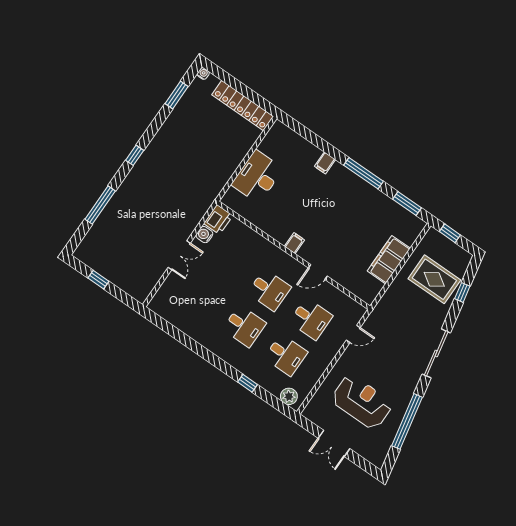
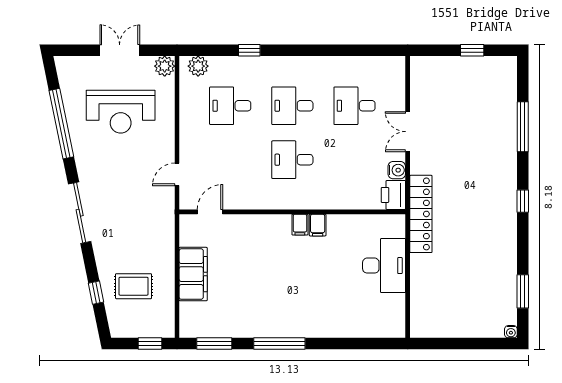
locker: (243, 106) -> (421, 214), moved, turned 90
filing cabinet: (325, 163) -> (318, 225), moved, turned 180
door: (318, 272) -> (210, 212), moved
rug: (434, 279) -> (134, 286), width x0.73, depth x0.70
desk: (311, 319) -> (355, 106), moved
plant: (311, 412) -> (165, 66), added

